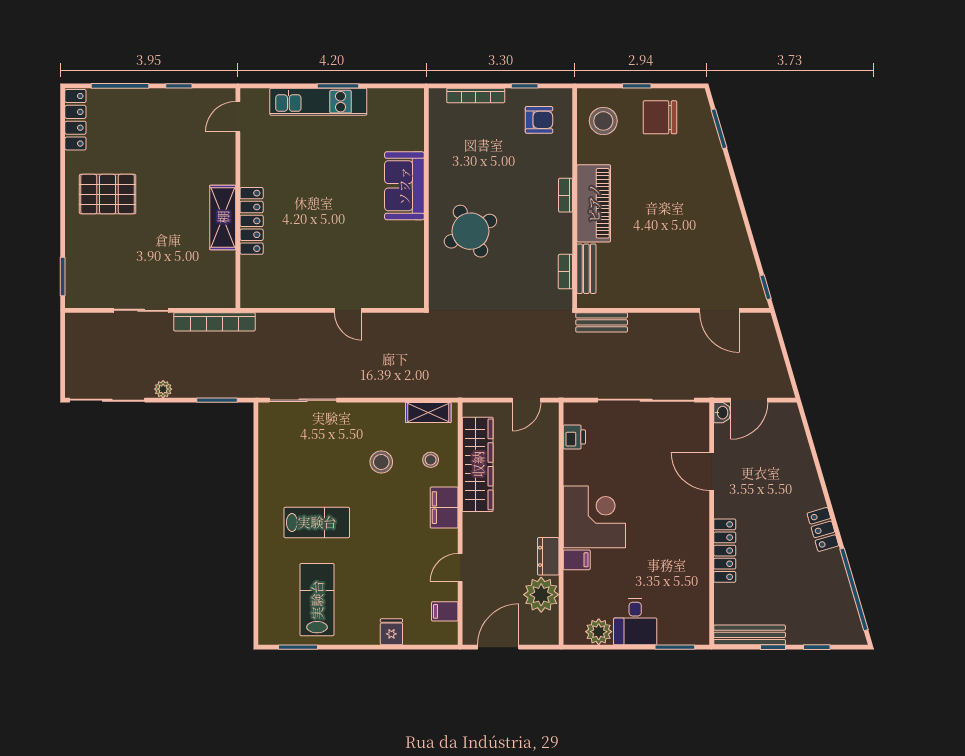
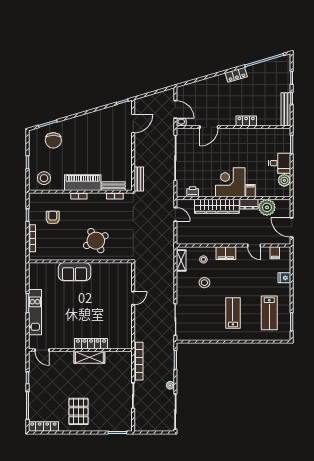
chair: (660, 117) -> (53, 140), moved
armchair: (539, 120) -> (53, 217), moved
wardrobe: (478, 464) -> (217, 206), moved, turned 180
locker: (725, 551) -> (246, 121), width x0.66
lab bench: (317, 600) -> (269, 313), turned -90

